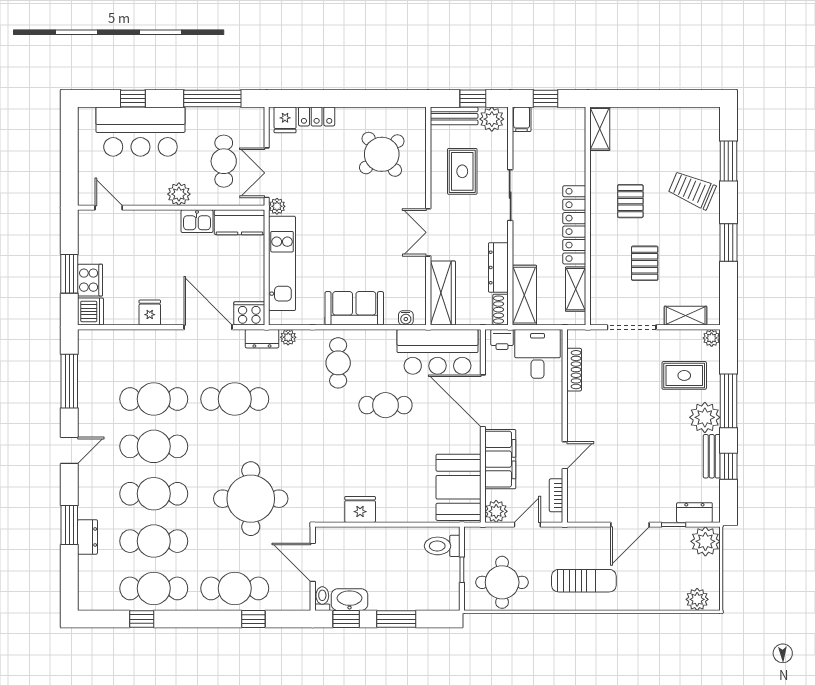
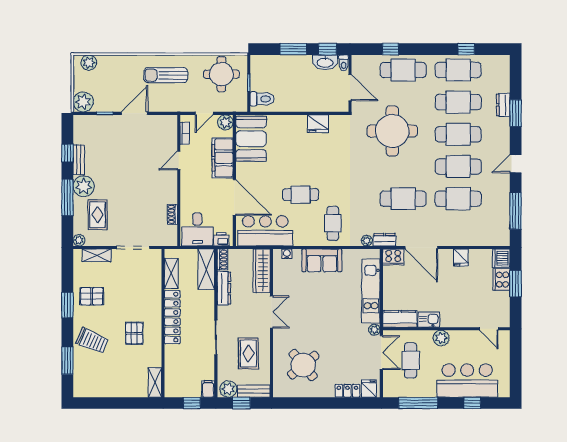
pallet: (645, 263) -> (92, 296), moved, turned 90
shoe rack: (574, 370) -> (172, 214), width x0.70
rug: (684, 375) -> (98, 215), turned 90
dresser: (694, 513) -> (91, 122), removed

